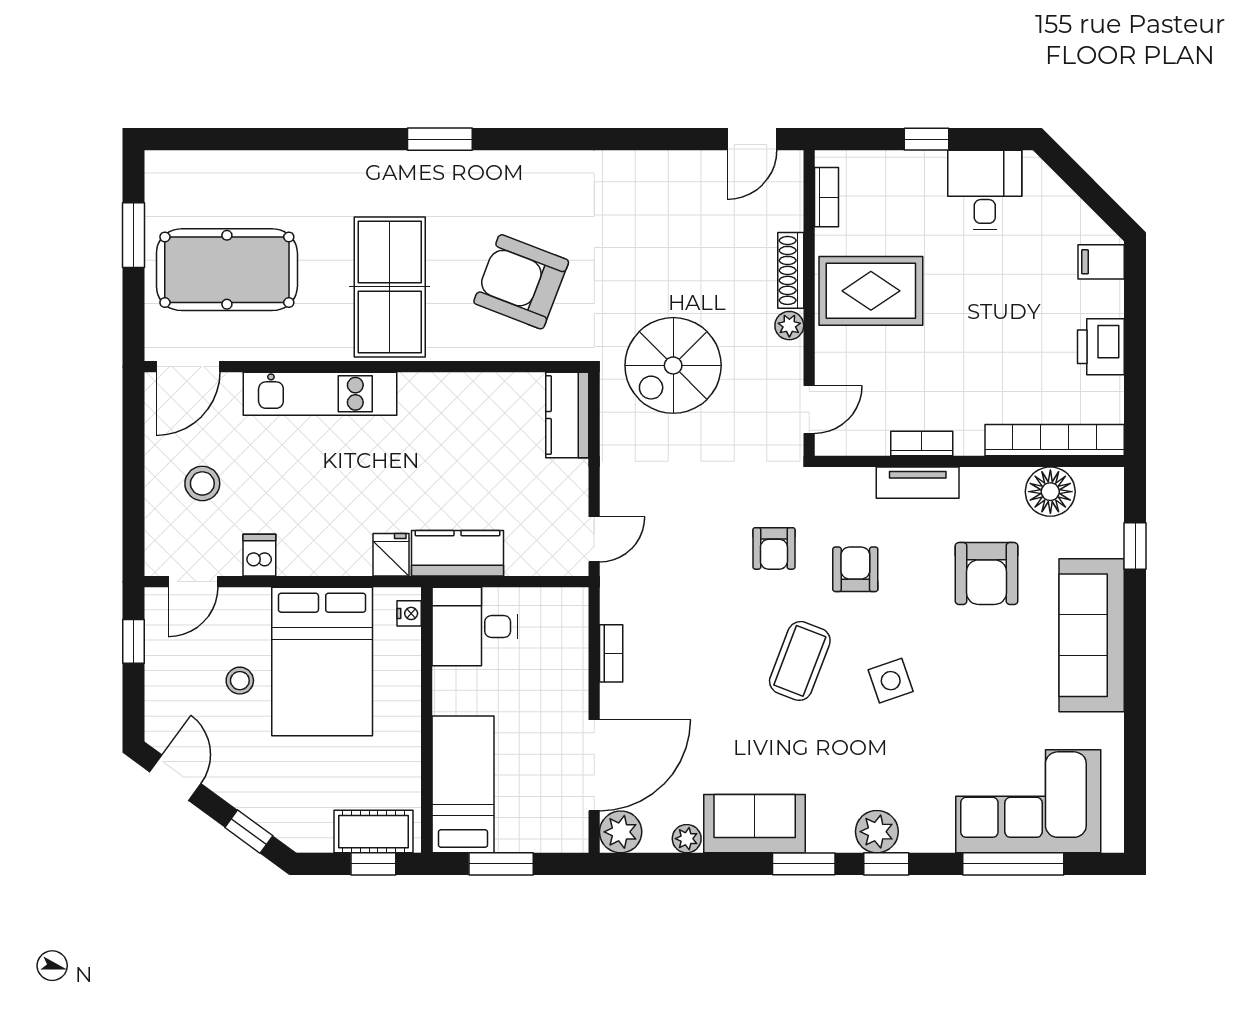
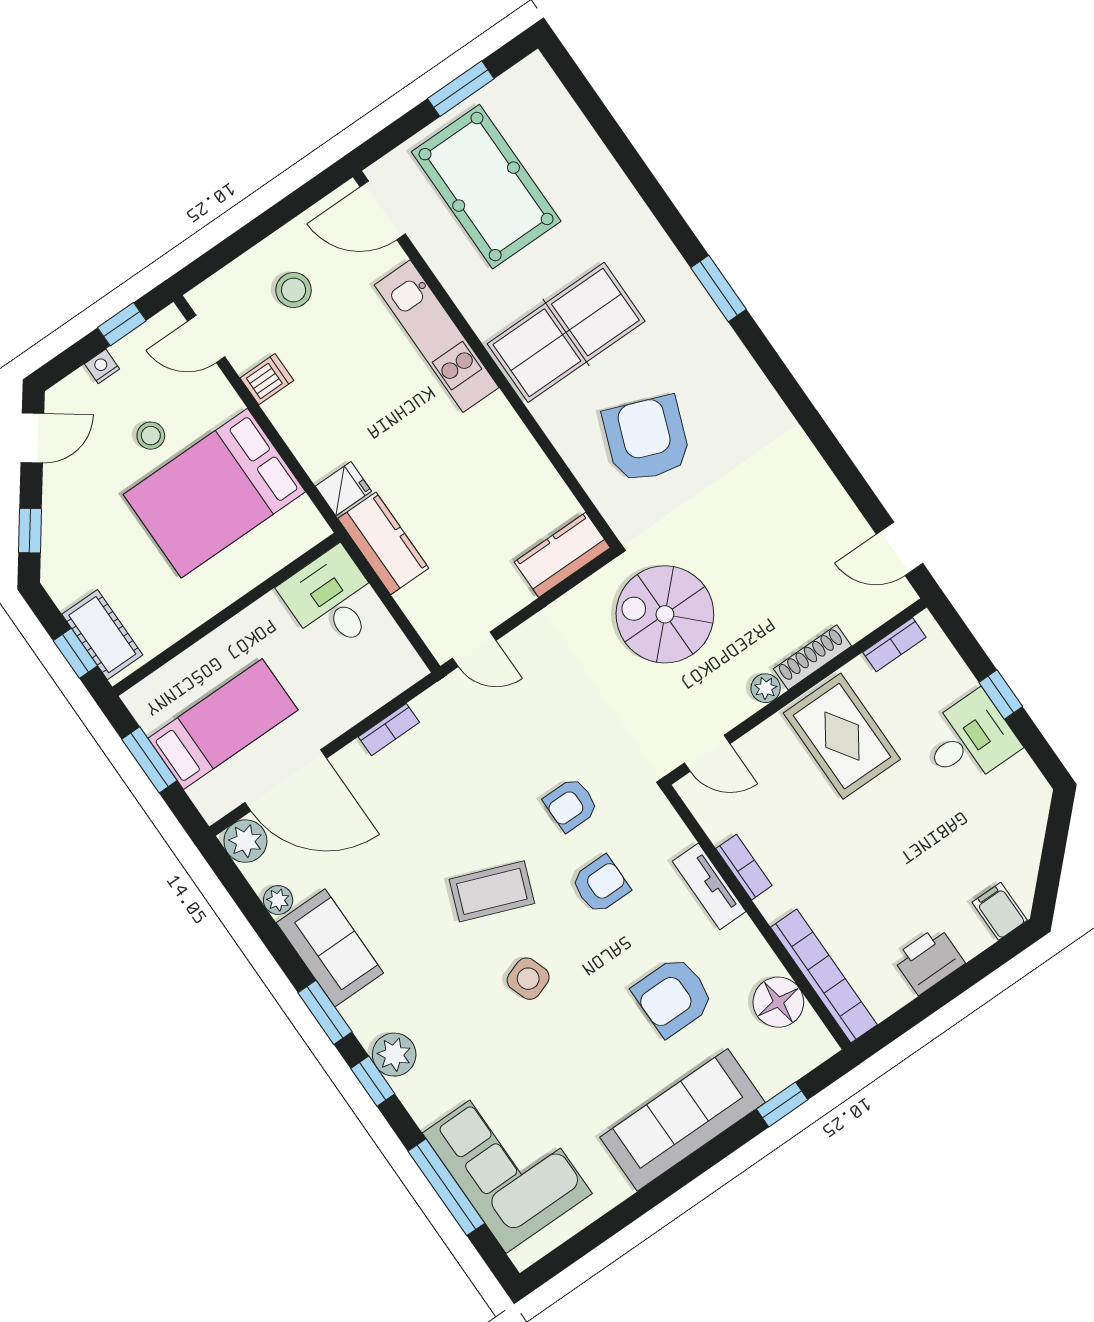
desk: (985, 190) -> (969, 740), moved
nightstand: (409, 613) -> (102, 366), moved, turned 180
bed: (463, 784) -> (223, 724), moved

